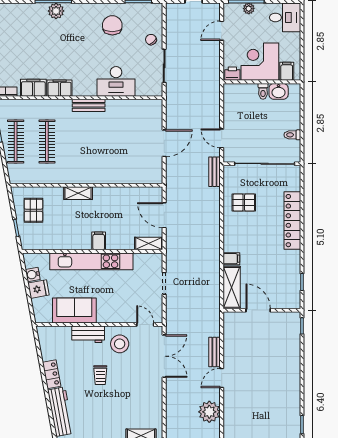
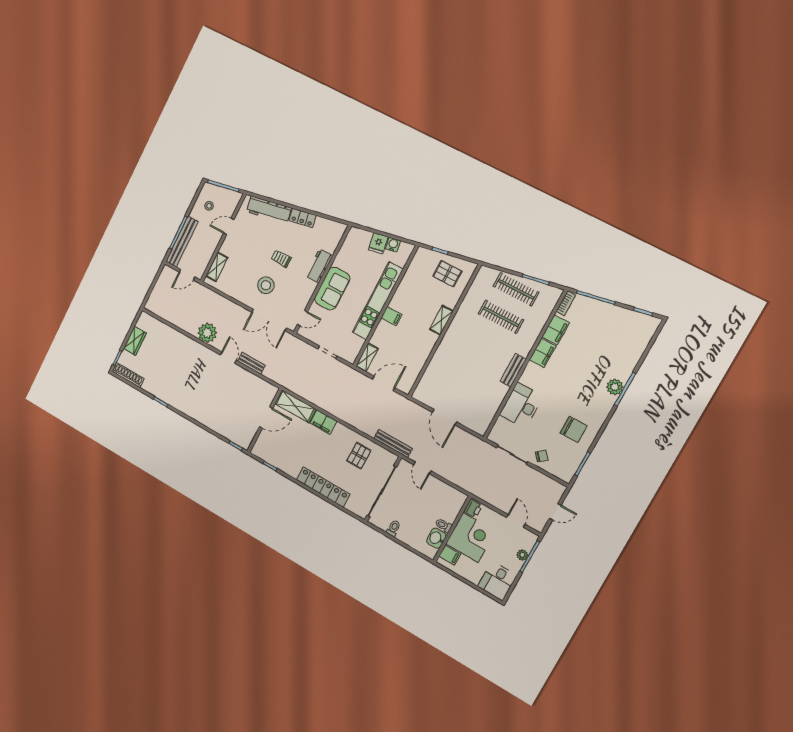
door: (222, 138) -> (422, 468), swing flipped
bench: (214, 172) -> (393, 443), width x1.36
filing cabinet: (231, 259) -> (324, 422), width x2.00
sofa: (74, 311) -> (332, 289), moved
stool: (120, 344) -> (266, 285), moved

